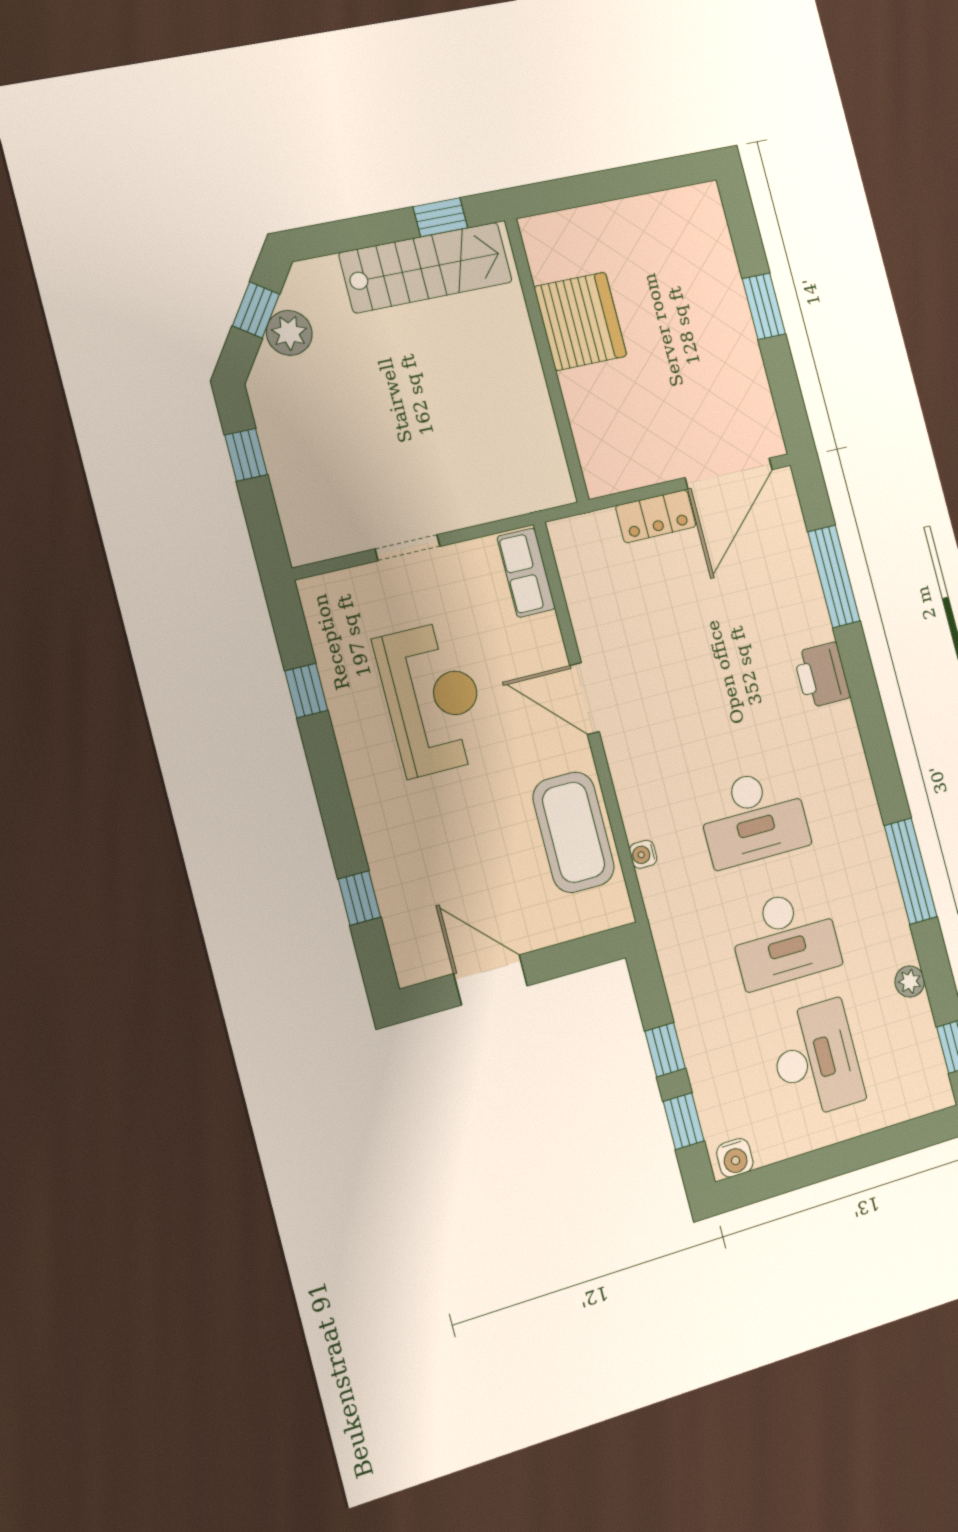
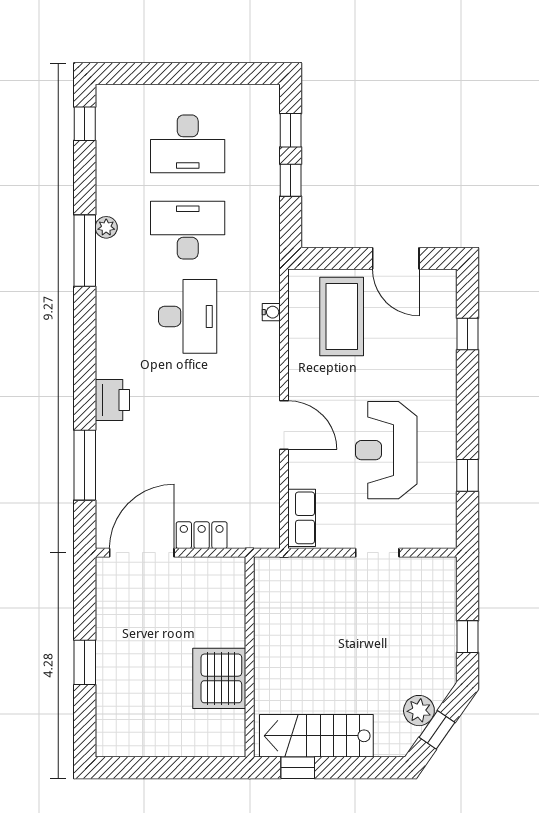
desk: (753, 817) -> (188, 316), turned 90
coffee table: (574, 832) -> (342, 316), moved
plant: (910, 982) -> (106, 227), moved
desk: (816, 1059) -> (188, 144), turned -90
water cooler: (735, 1158) -> (262, 96), removed

